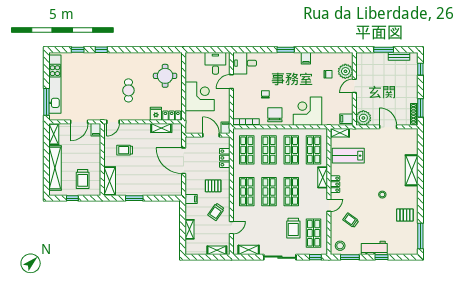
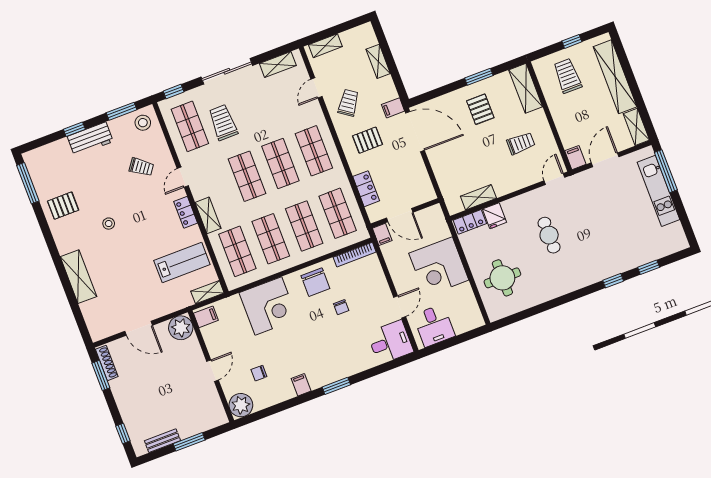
plant: (345, 71) -> (241, 405), moved
kitchen unit: (55, 84) -> (659, 191), width x0.73
door: (184, 161) -> (415, 132), moved
pallet: (141, 179) -> (480, 109), added

